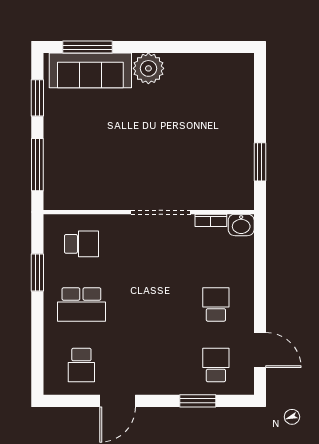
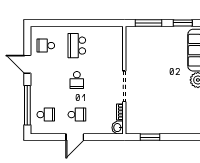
school desk: (81, 244) -> (77, 80), moved
window: (37, 272) -> (93, 23), removed
door: (260, 350) -> (75, 137), moved
window: (198, 401) -> (27, 105), width x2.11

